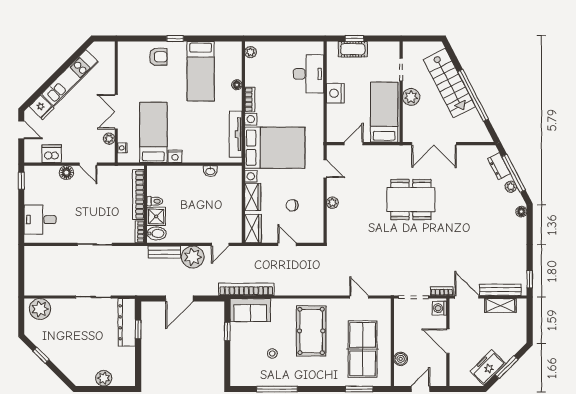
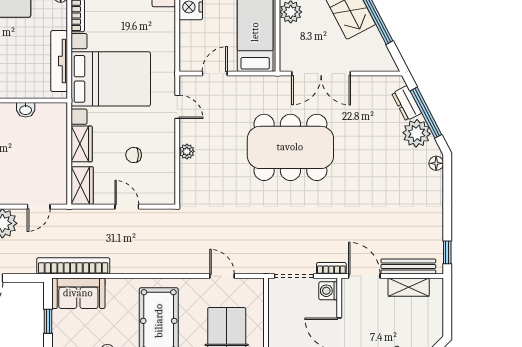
plant: (511, 187) -> (417, 133), width x1.88, depth x1.88
dining table: (411, 200) -> (290, 147), width x1.36, depth x1.24

